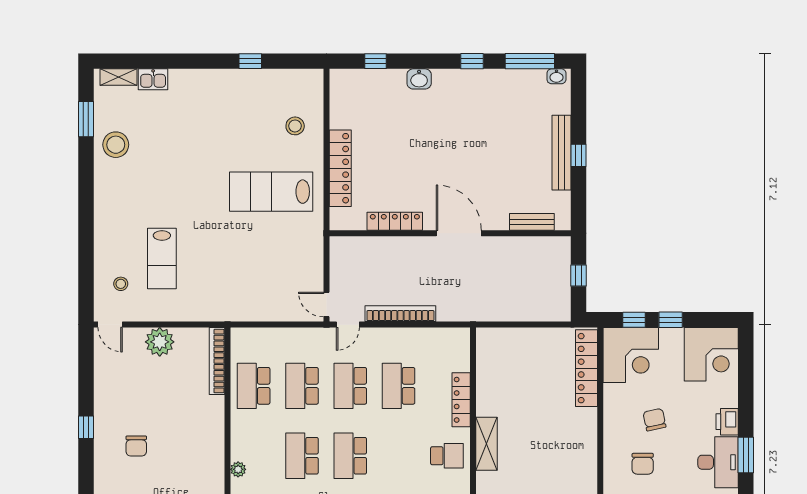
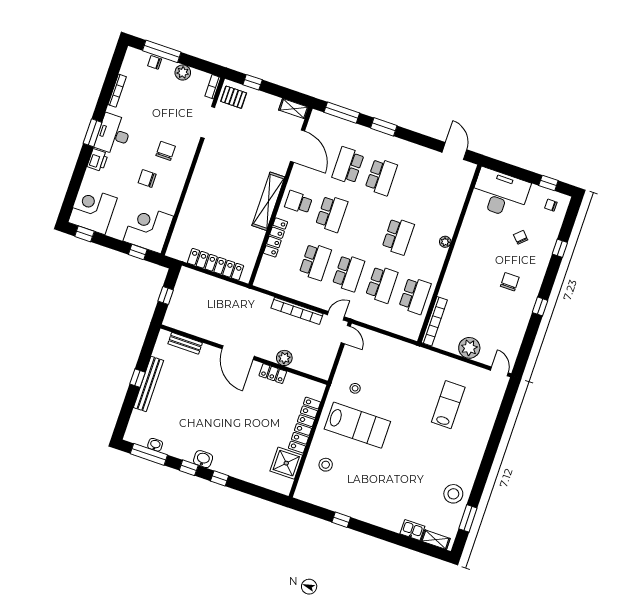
window: (376, 61) -> (220, 478), moved
washbasin: (556, 76) -> (155, 445), moved
washbasin: (419, 79) -> (203, 459), moved
shower: (347, 111) -> (286, 463), added
locker: (395, 221) -> (273, 374), width x0.66
plant: (396, 247) -> (284, 358), added
stool: (121, 284) -> (355, 388), moved
window: (671, 320) -> (84, 234), moved
locker: (587, 368) -> (216, 264), moved, turned -90
chair: (654, 420) -> (147, 178), turned 102
shelving: (486, 444) -> (268, 201), width x1.47
school desk: (350, 456) -> (332, 214), moved

